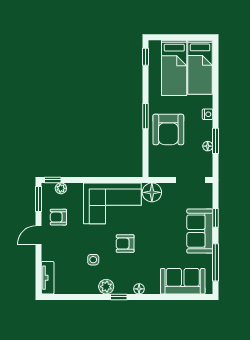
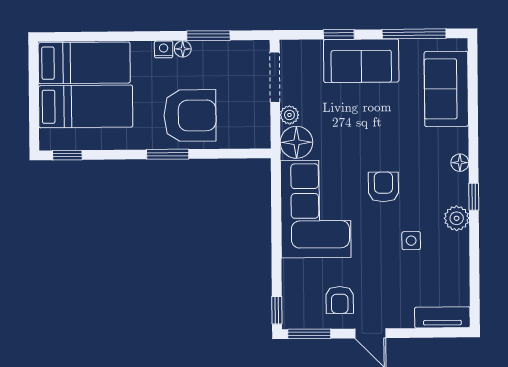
floor lamp: (208, 146) -> (183, 49), moved
plant: (61, 188) -> (289, 115), moved
armchair: (125, 244) -> (383, 187), turned 180

